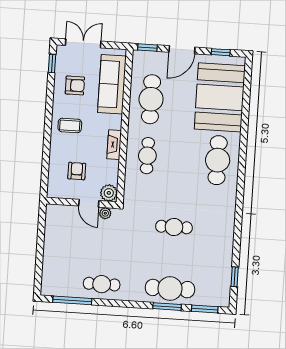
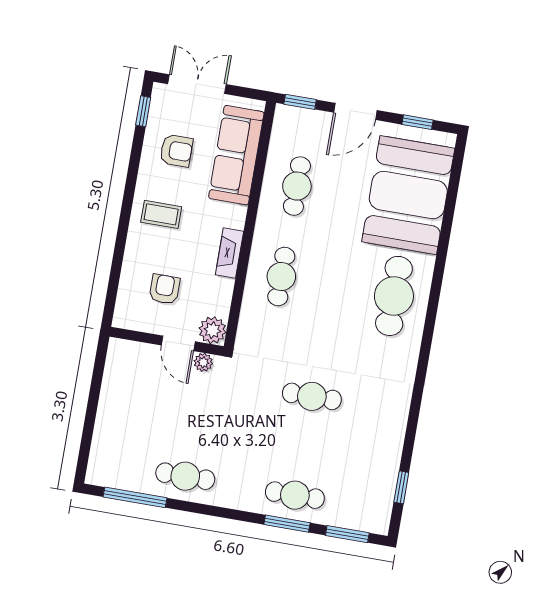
cafe table: (151, 99) -> (297, 186), width x0.73, depth x0.74
cafe table: (170, 289) -> (295, 495), width x0.73, depth x0.74

